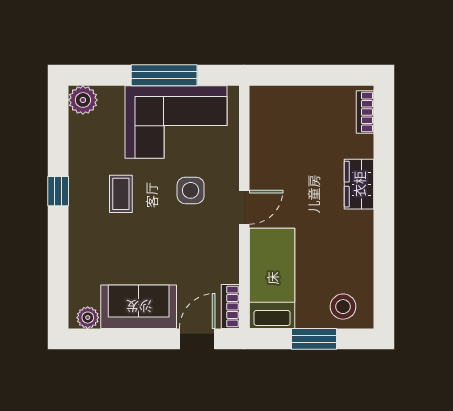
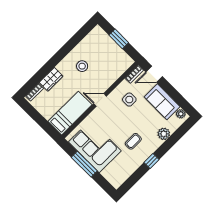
plant: (83, 100) -> (164, 134), moved
wardrobe: (359, 184) -> (51, 79), moved
side table: (191, 190) -> (129, 100), moved
bed: (272, 278) -> (70, 113), moved, turned 180
stool: (343, 307) -> (82, 66), moved

